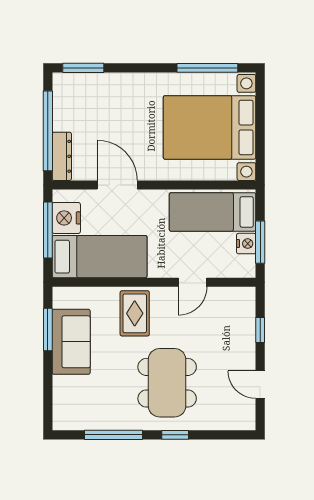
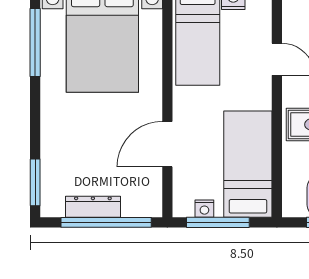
dresser: (62, 156) -> (93, 207), moved
nightstand: (66, 218) -> (204, 209), width x0.53, depth x0.56

